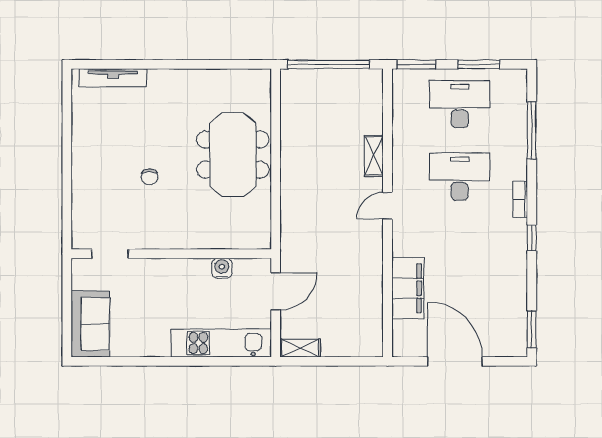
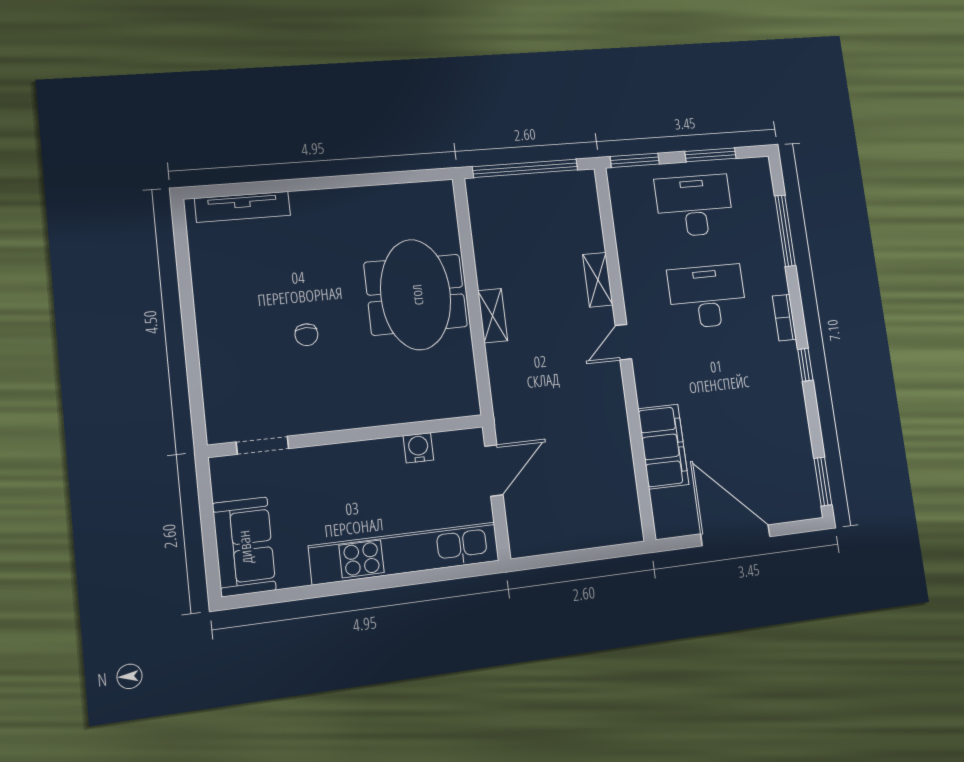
kitchen unit: (221, 343) -> (405, 553), width x1.36
shelving: (300, 348) -> (493, 316), moved, turned 90

